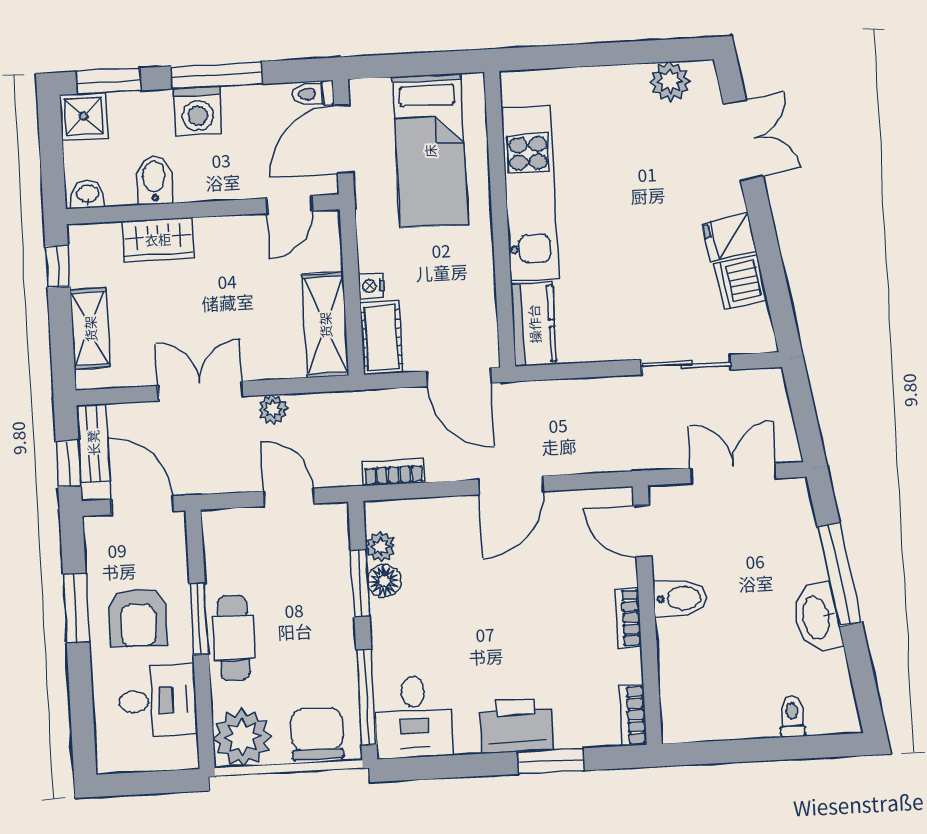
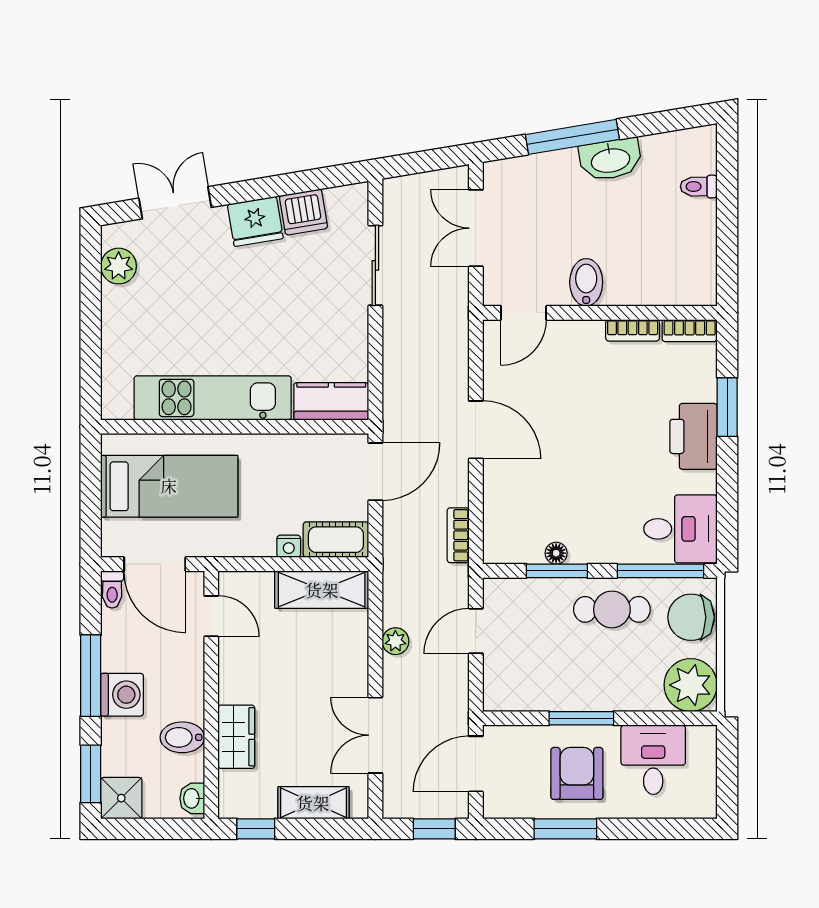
fridge: (729, 237) -> (255, 221), width x1.38
double door: (200, 391) -> (375, 735), moved
bench: (93, 443) -> (417, 805), removed
plant: (381, 547) -> (525, 551), removed
floor lamp: (384, 581) -> (556, 553), width x0.73, depth x0.73
armchair: (138, 617) -> (577, 773), turned -90
bookcase: (628, 618) -> (633, 330), moved
cafe table: (234, 638) -> (612, 609), moved

